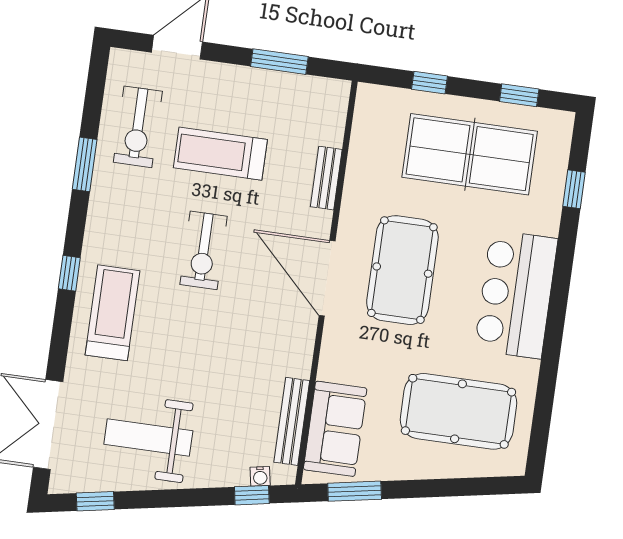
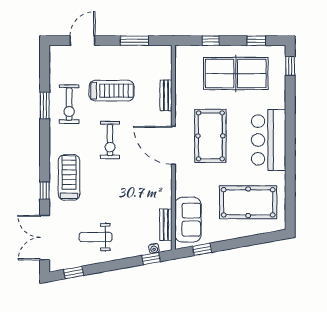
exercise bike: (138, 127) -> (69, 104), moved
treadmill: (220, 154) -> (112, 91), turned 180
window: (574, 189) -> (290, 66), moved
window: (69, 273) -> (45, 191), moved
bench: (292, 421) -> (166, 225), width x0.73
weight bench: (148, 438) -> (96, 237), width x0.73, depth x0.75
window: (355, 491) -> (202, 249), width x0.67

